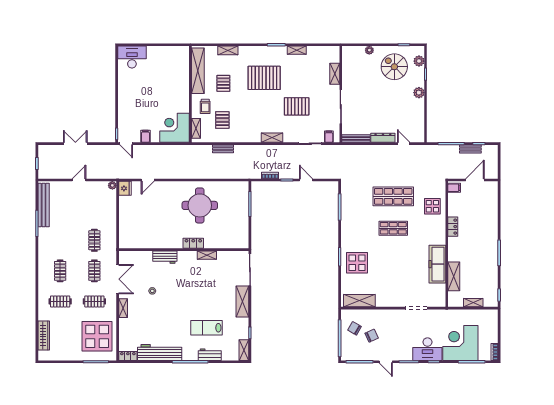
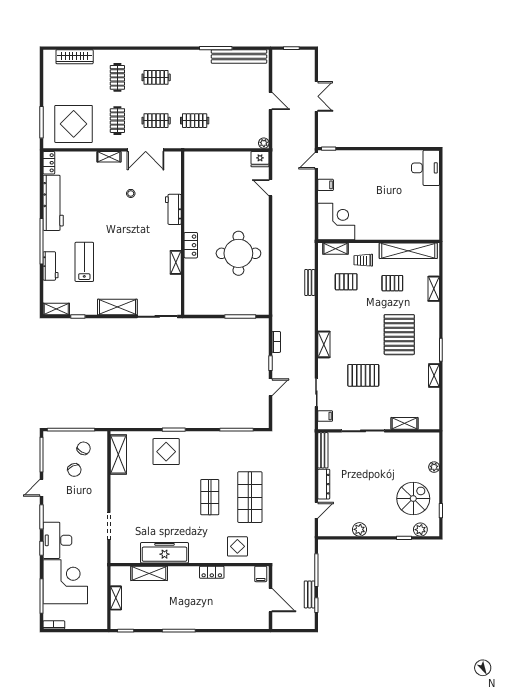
plant: (419, 93) -> (359, 529), moved
pallet: (297, 106) -> (363, 375), turned 90

